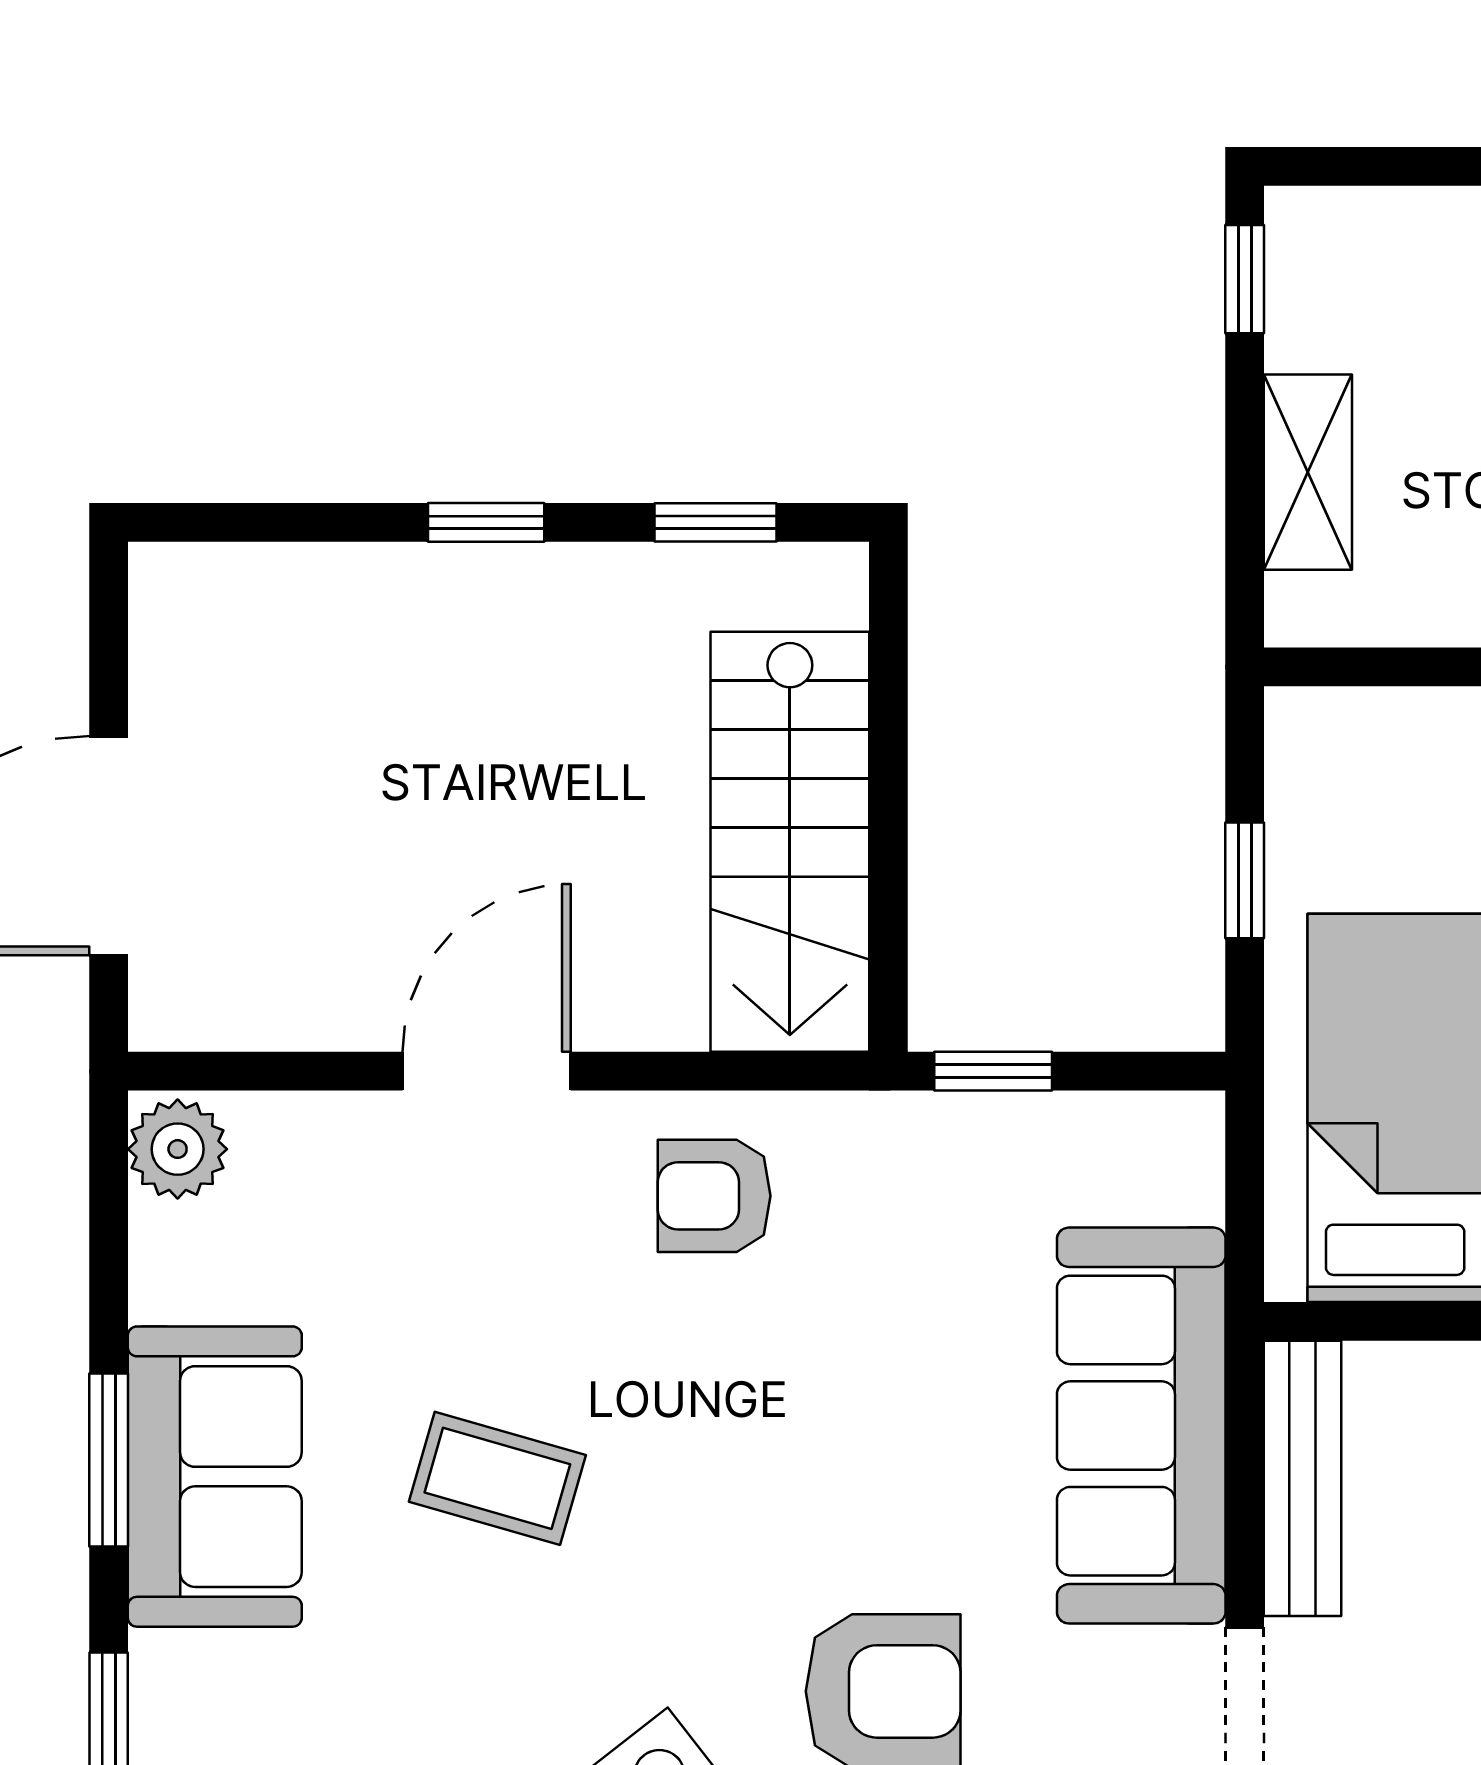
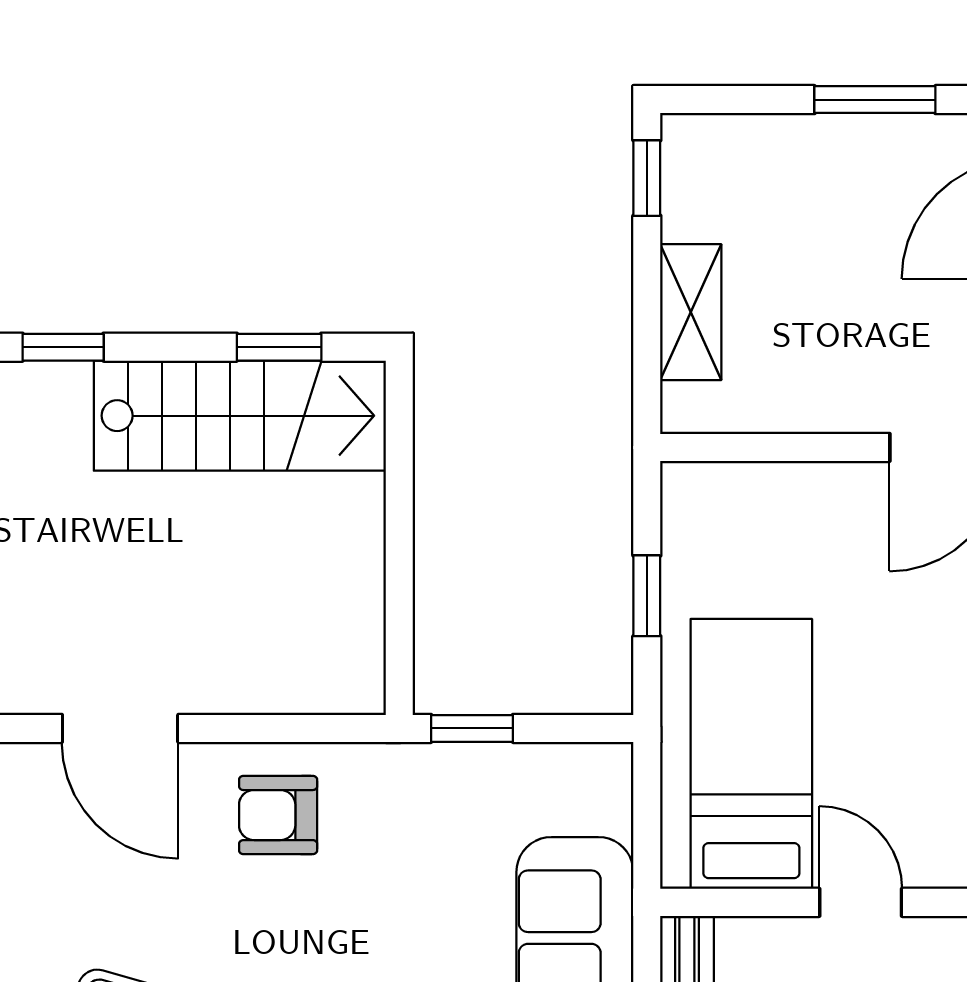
window: (486, 522) -> (63, 347), moved
stairs: (790, 842) -> (240, 416), moved, turned -90
door: (487, 1071) -> (120, 728), swing flipped

